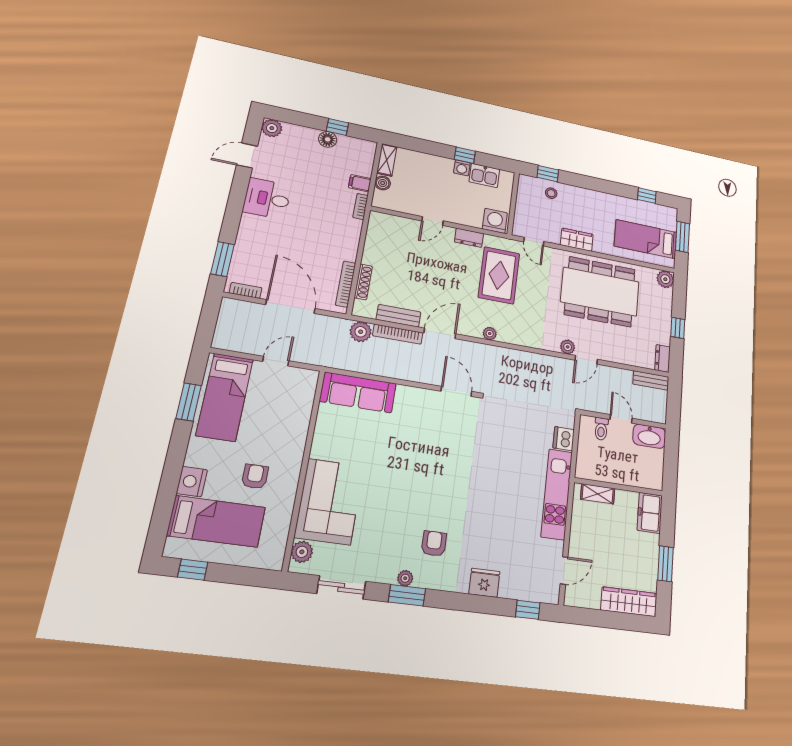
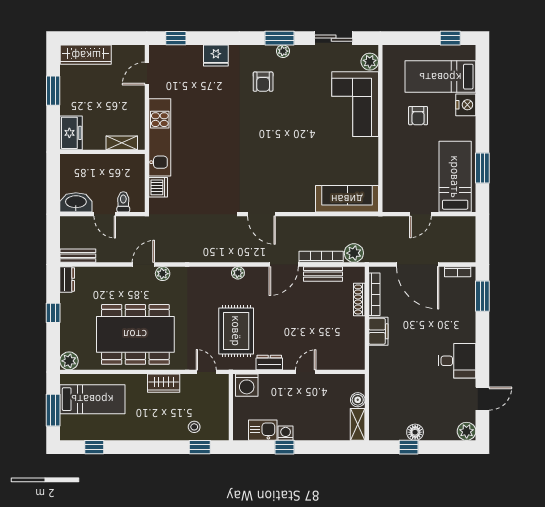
filing cabinet: (360, 183) -> (378, 331), moved, width x2.00
bookcase: (360, 206) -> (374, 372), removed

